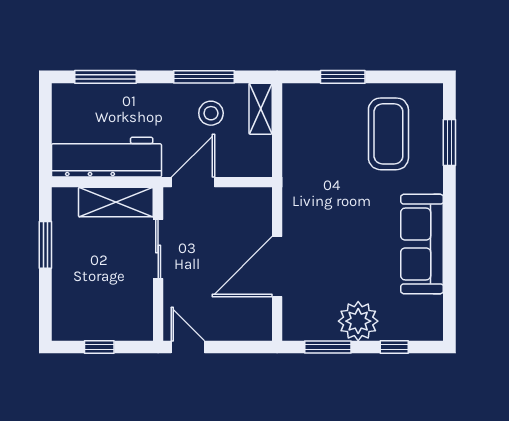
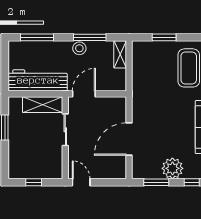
stool: (211, 113) -> (79, 48), moved

